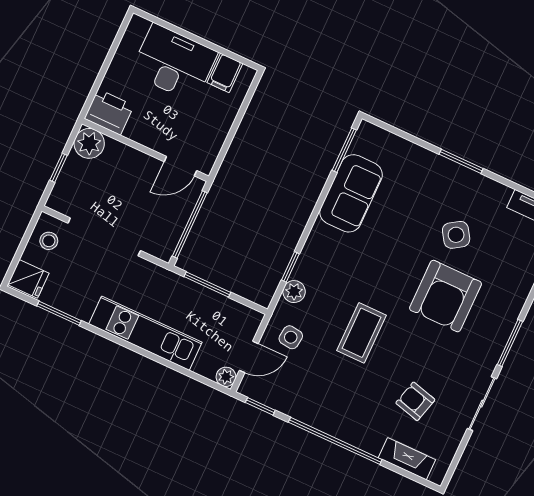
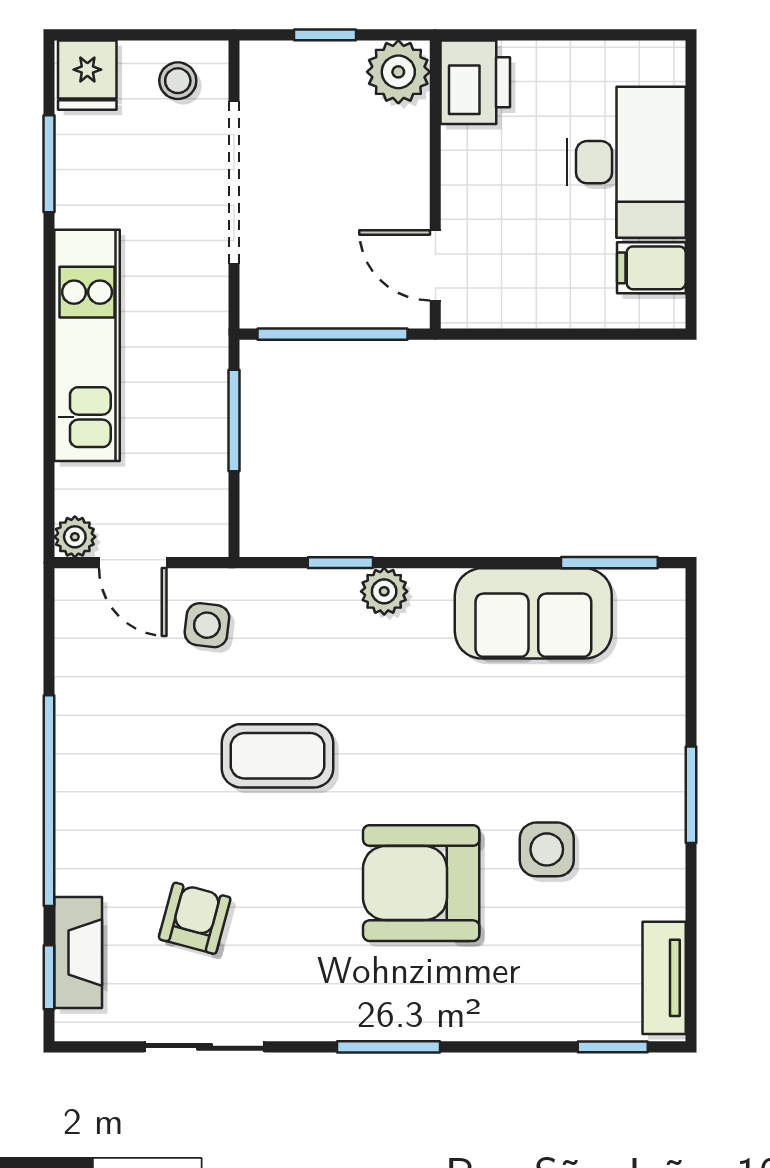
side table: (456, 235) -> (547, 849), turned 33
plant: (294, 292) -> (384, 591), moved
sliding door: (482, 404) -> (204, 1047), moved
window: (260, 406) -> (49, 977), moved

